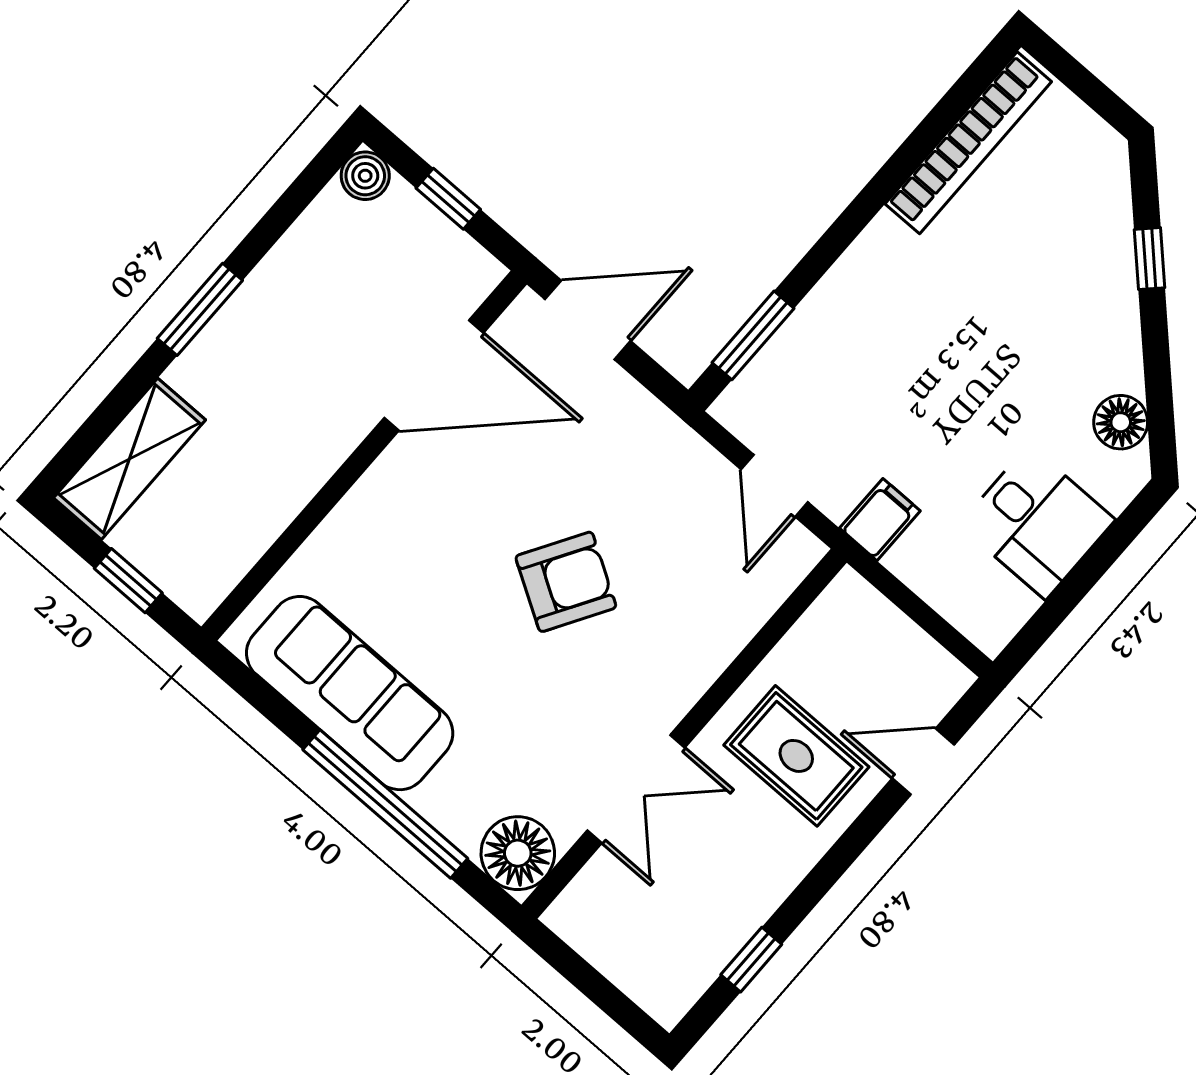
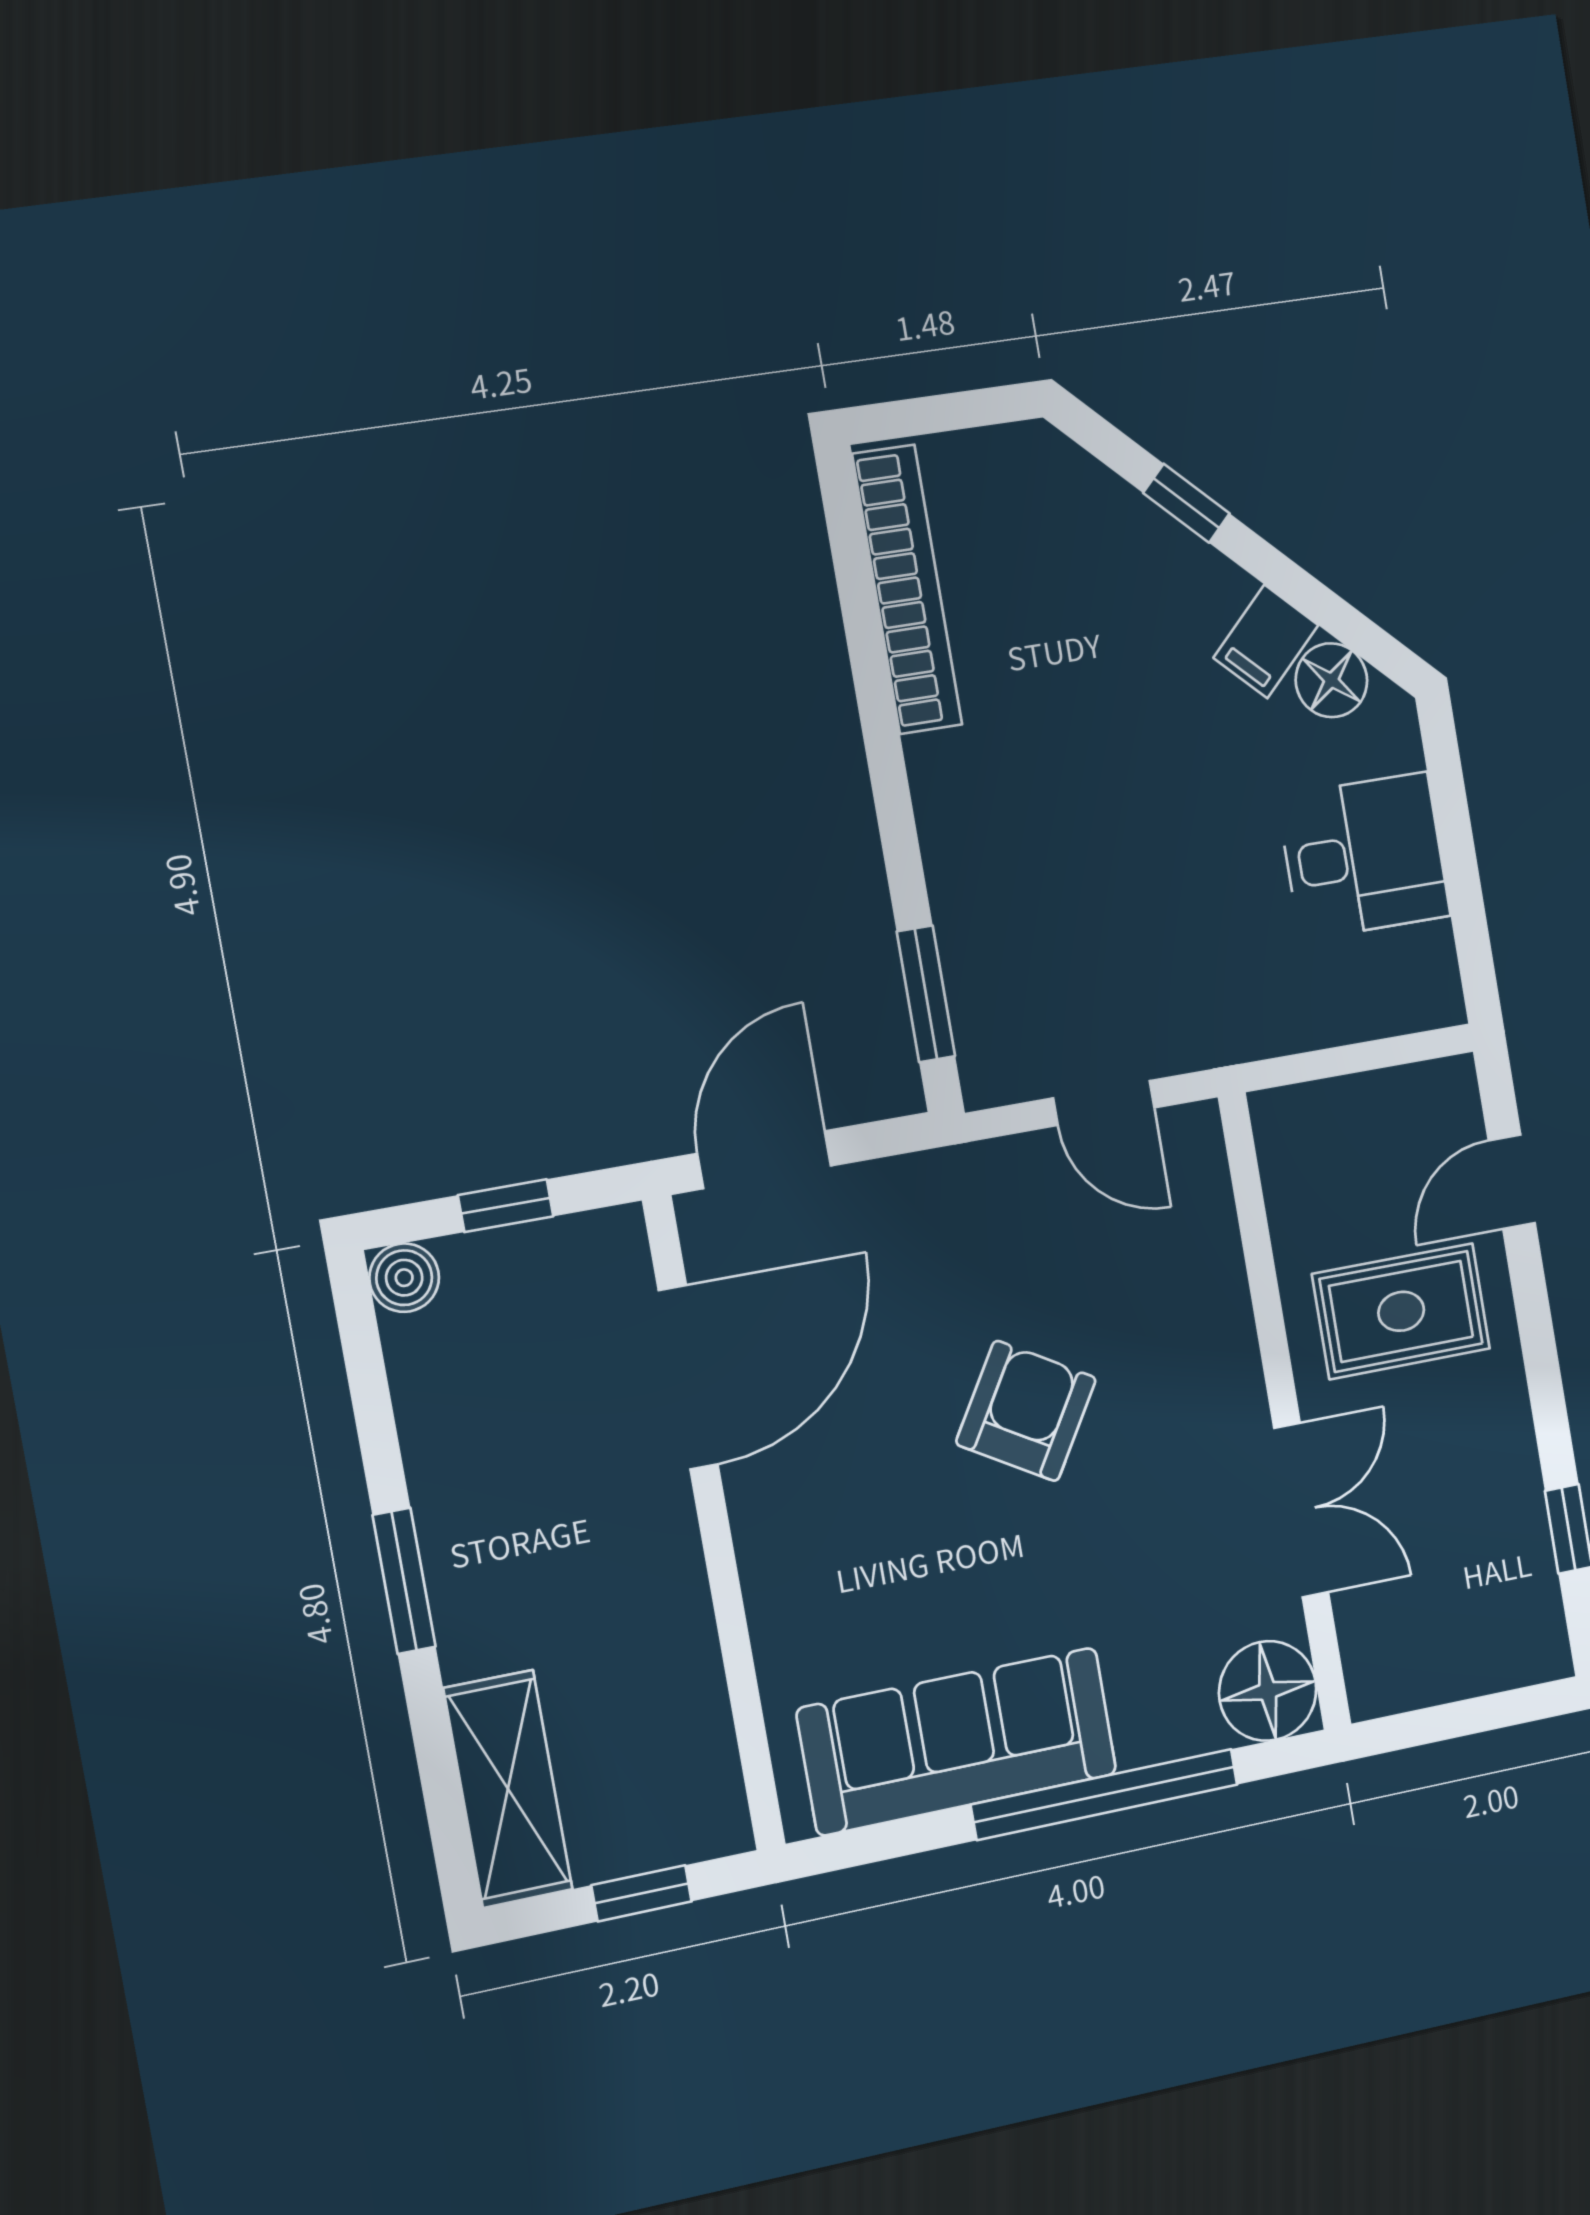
filing cabinet: (880, 520) -> (1266, 641), moved, turned -135

